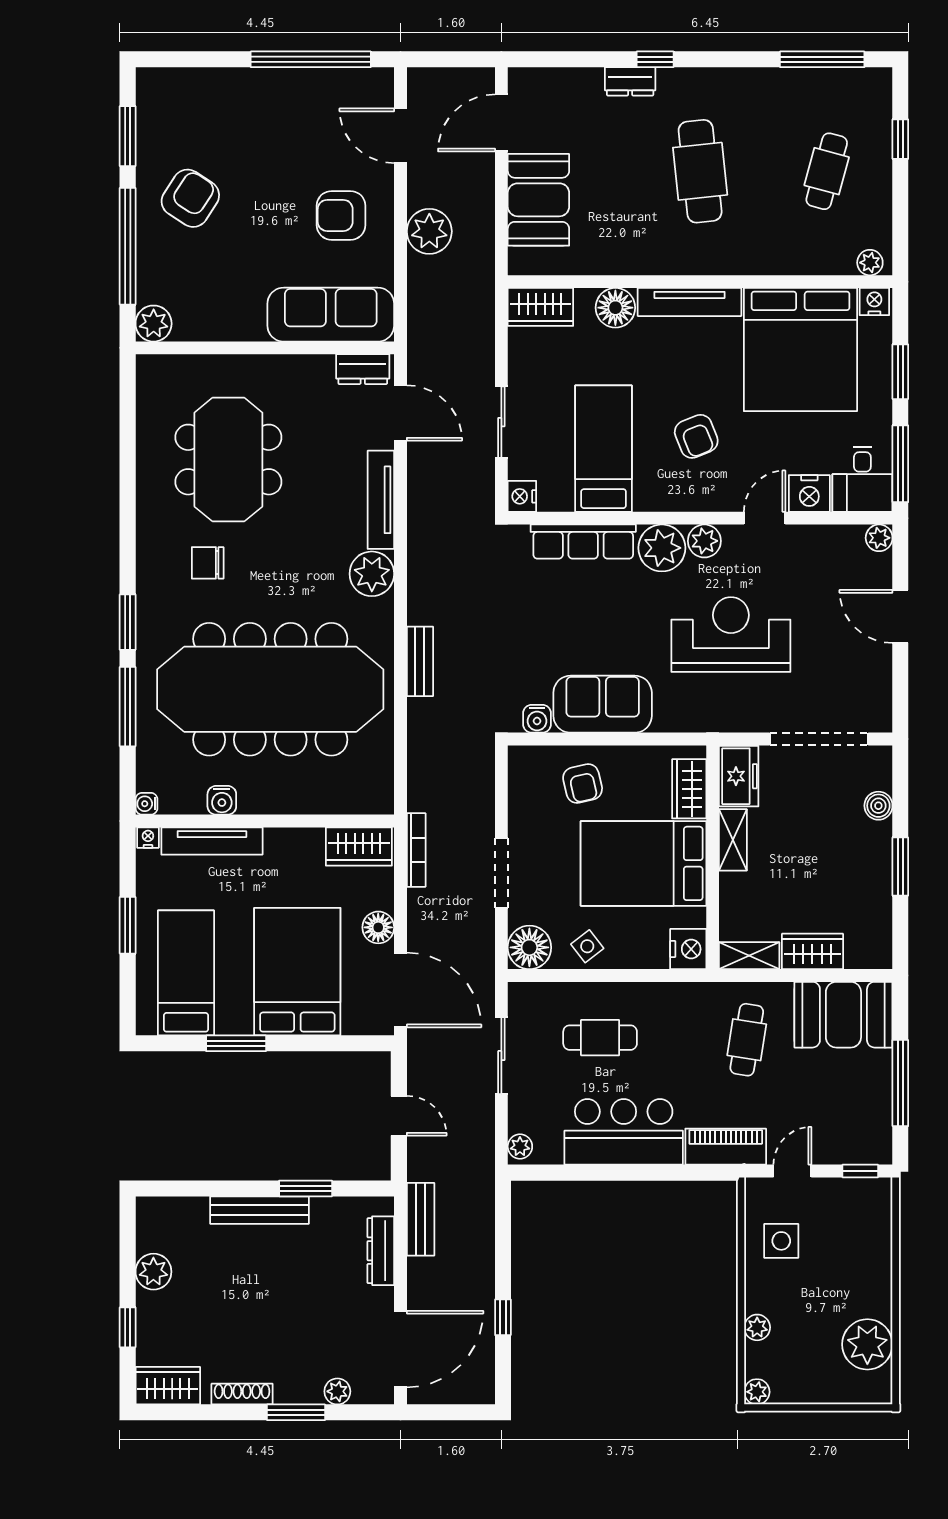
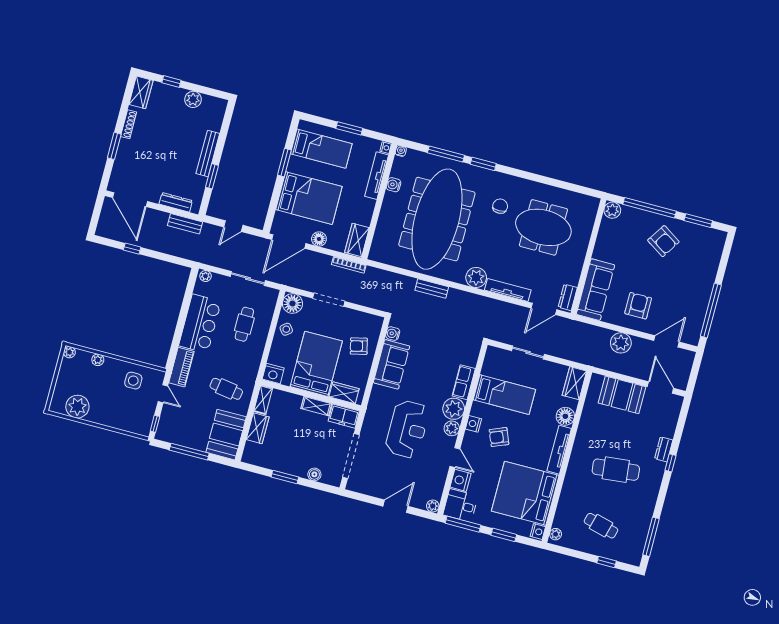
nightstand: (522, 496) -> (473, 424), moved, turned -90
row of seats: (583, 542) -> (464, 382), width x0.68
plant: (337, 1391) -> (119, 167), removed

